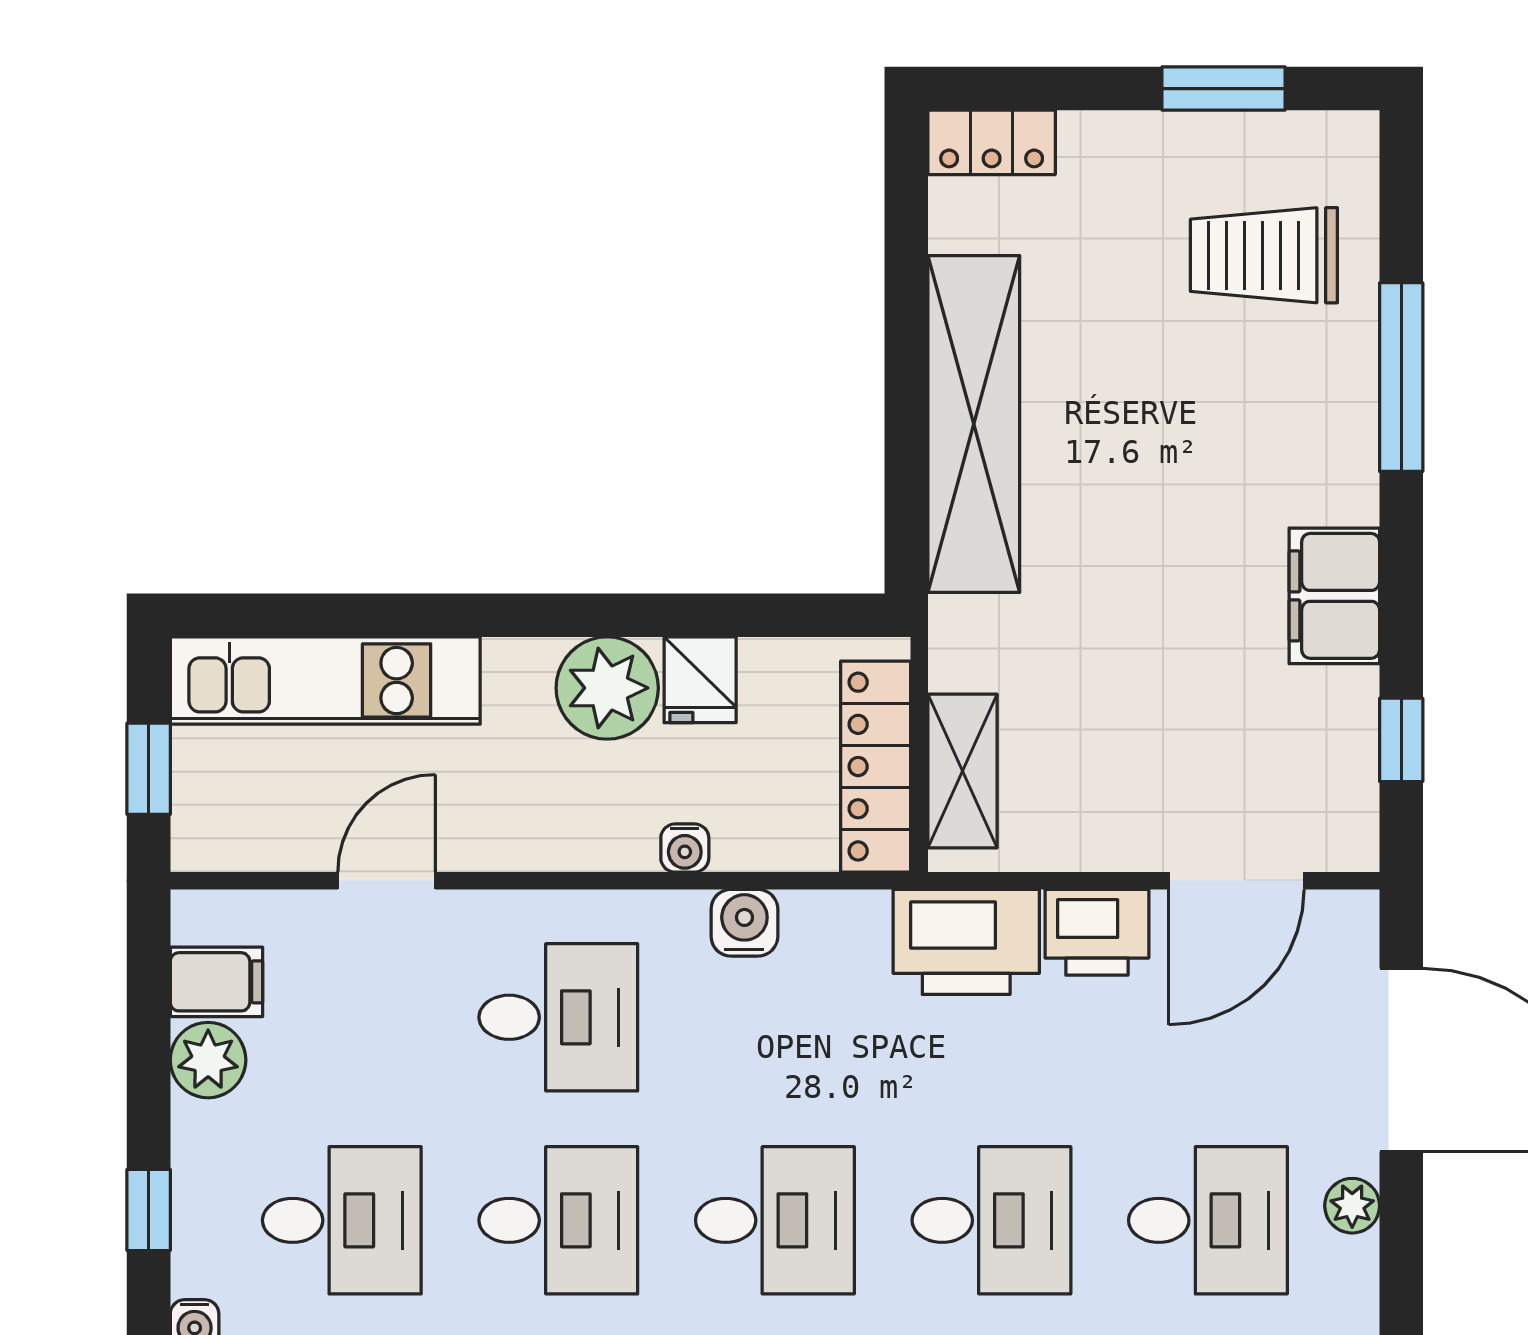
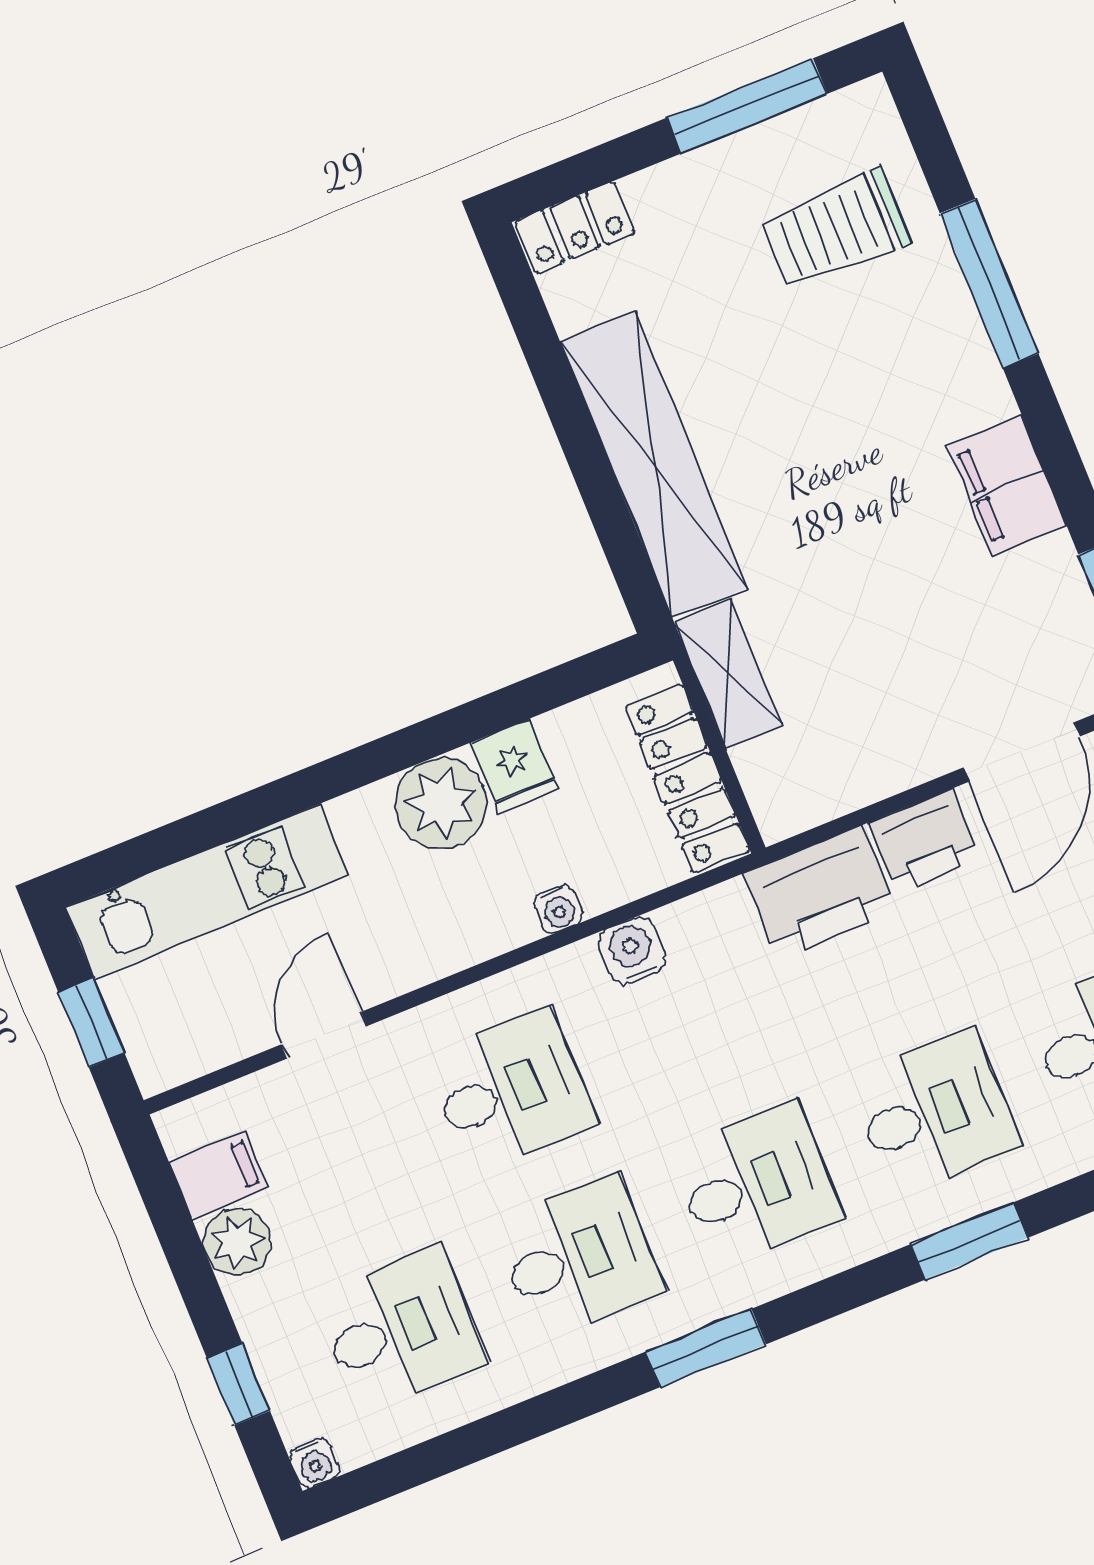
window: (1223, 89) -> (747, 106), width x1.44
shelving: (962, 771) -> (728, 674), moved

